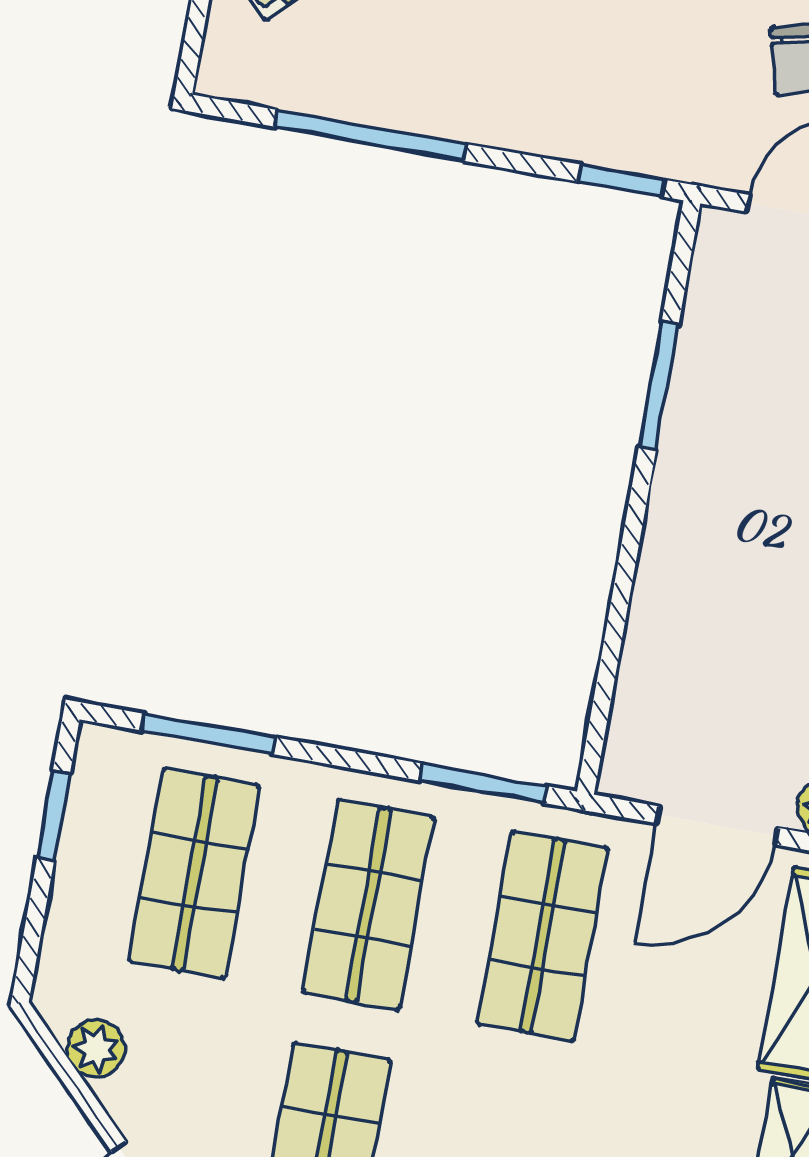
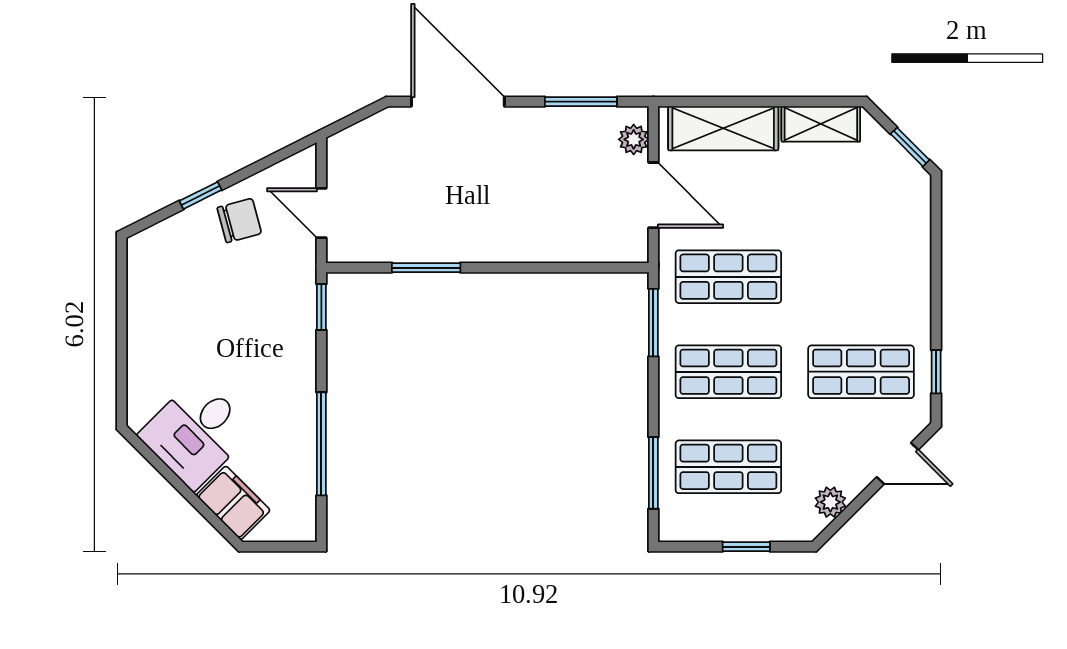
window: (54, 815) -> (746, 547), moved

